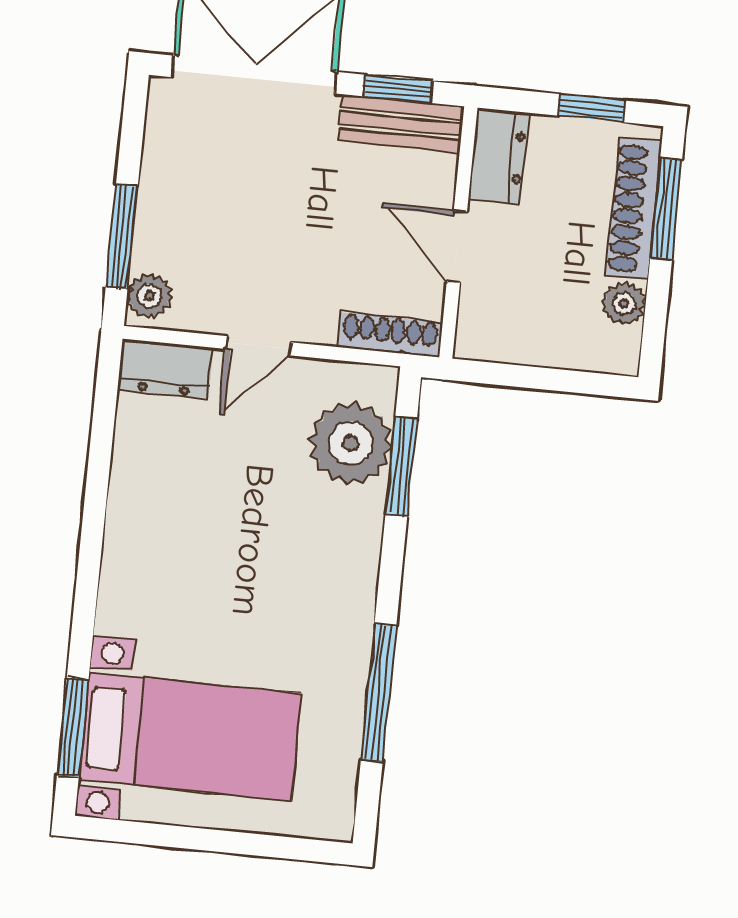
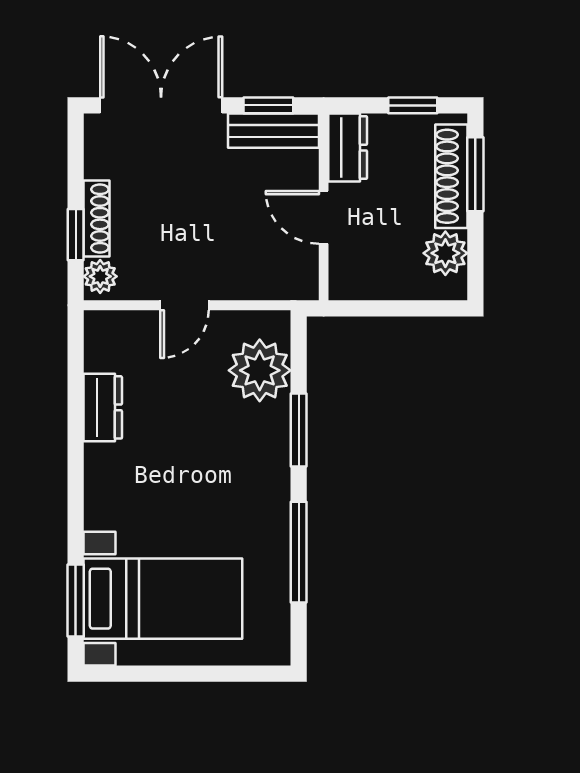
window: (122, 236) -> (76, 235), width x0.67
plant: (624, 304) -> (445, 253), width x1.38, depth x1.38
shoe rack: (390, 335) -> (97, 219), moved, turned 90
dresser: (165, 369) -> (103, 407), moved, turned -90
window: (401, 466) -> (299, 430), moved

